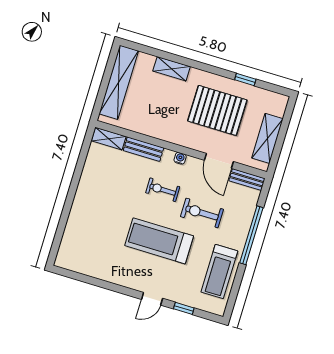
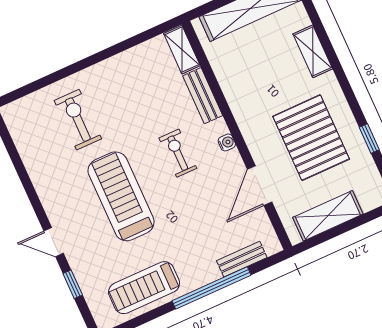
bench: (247, 180) -> (242, 259), moved, turned 90
exercise bike: (202, 213) -> (78, 120), moved

